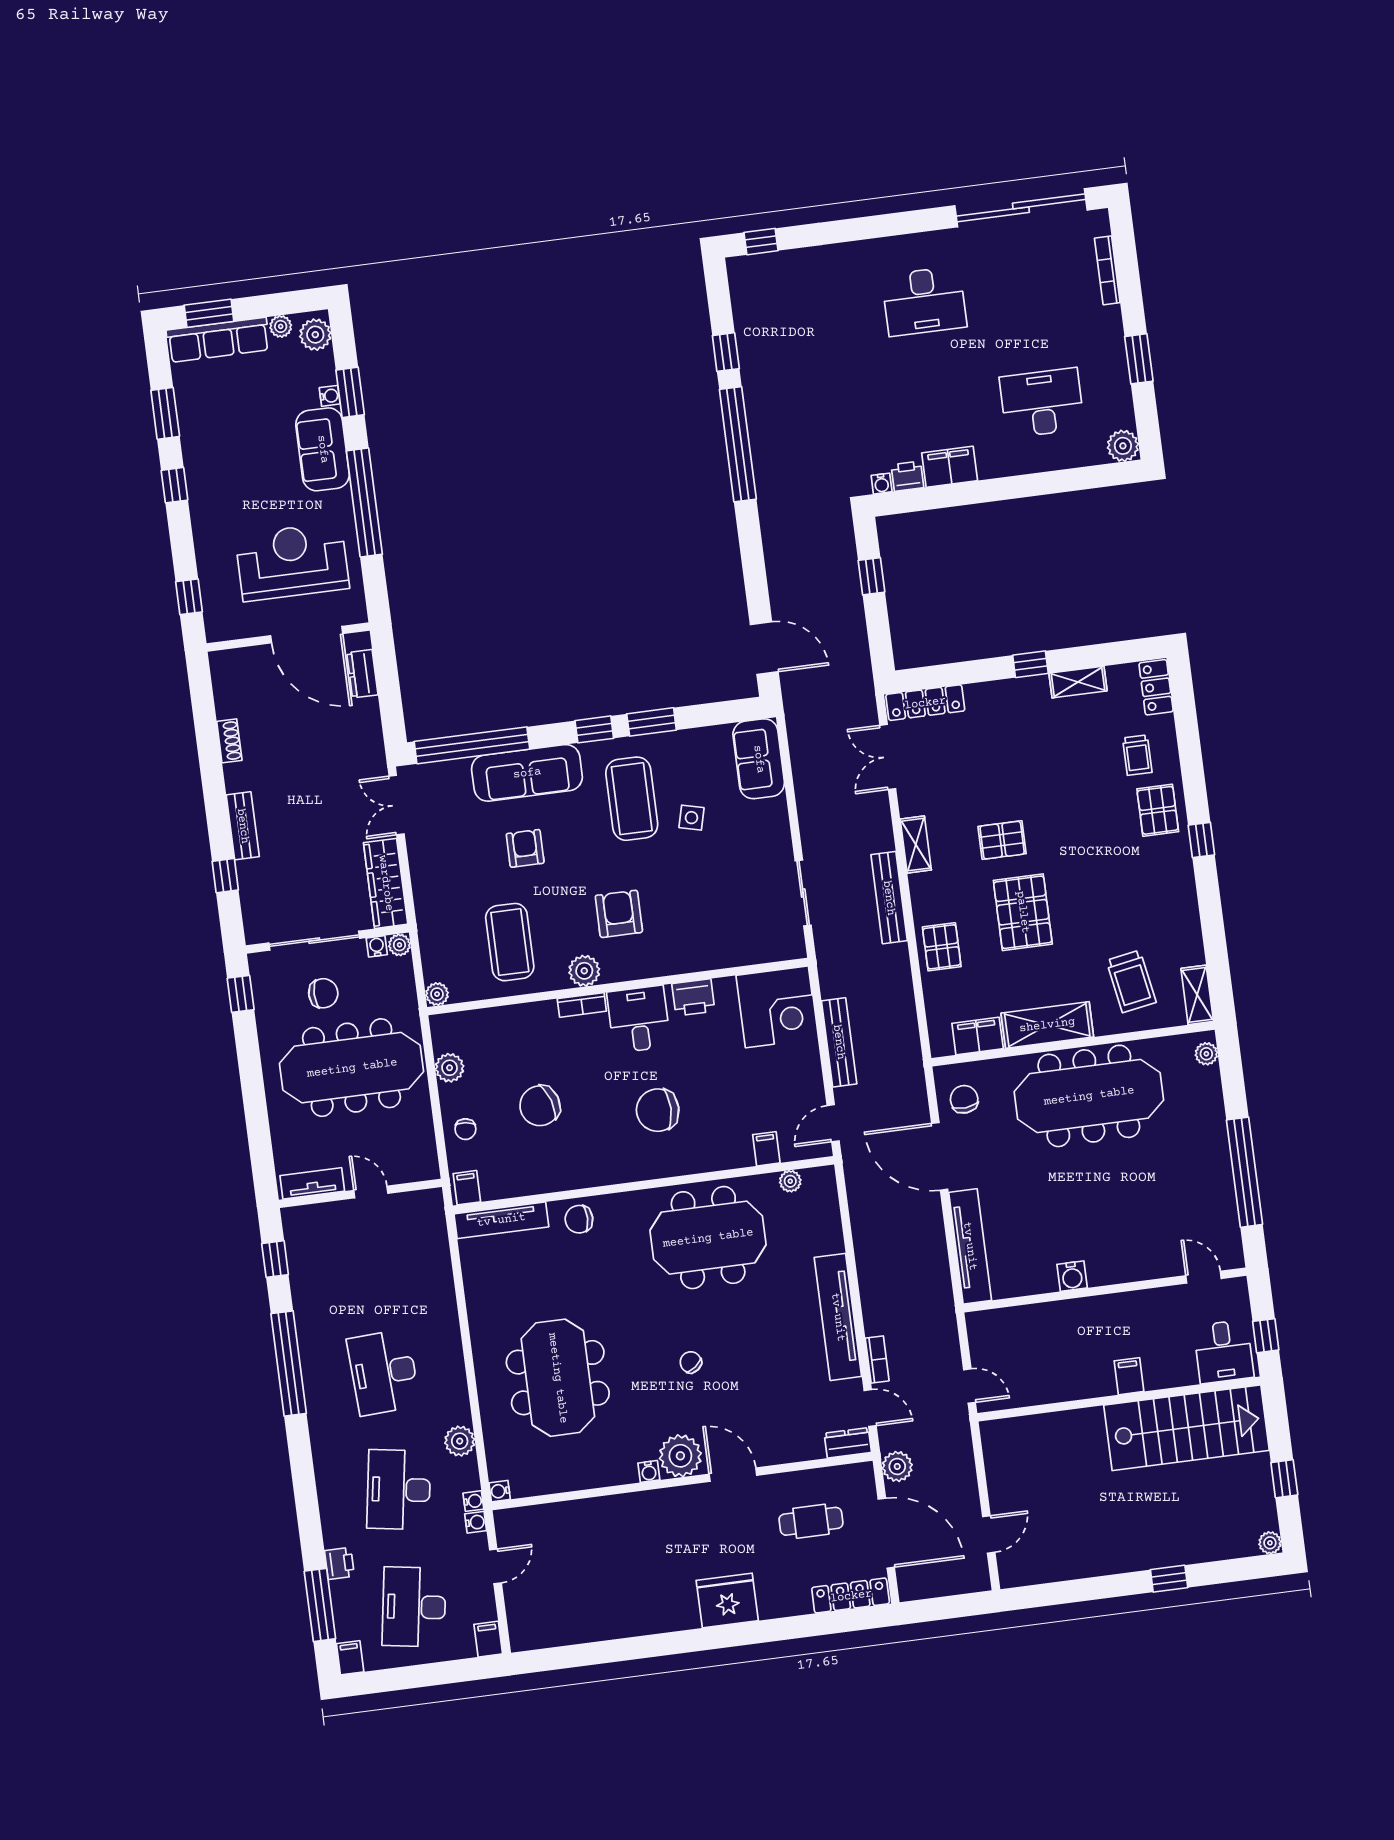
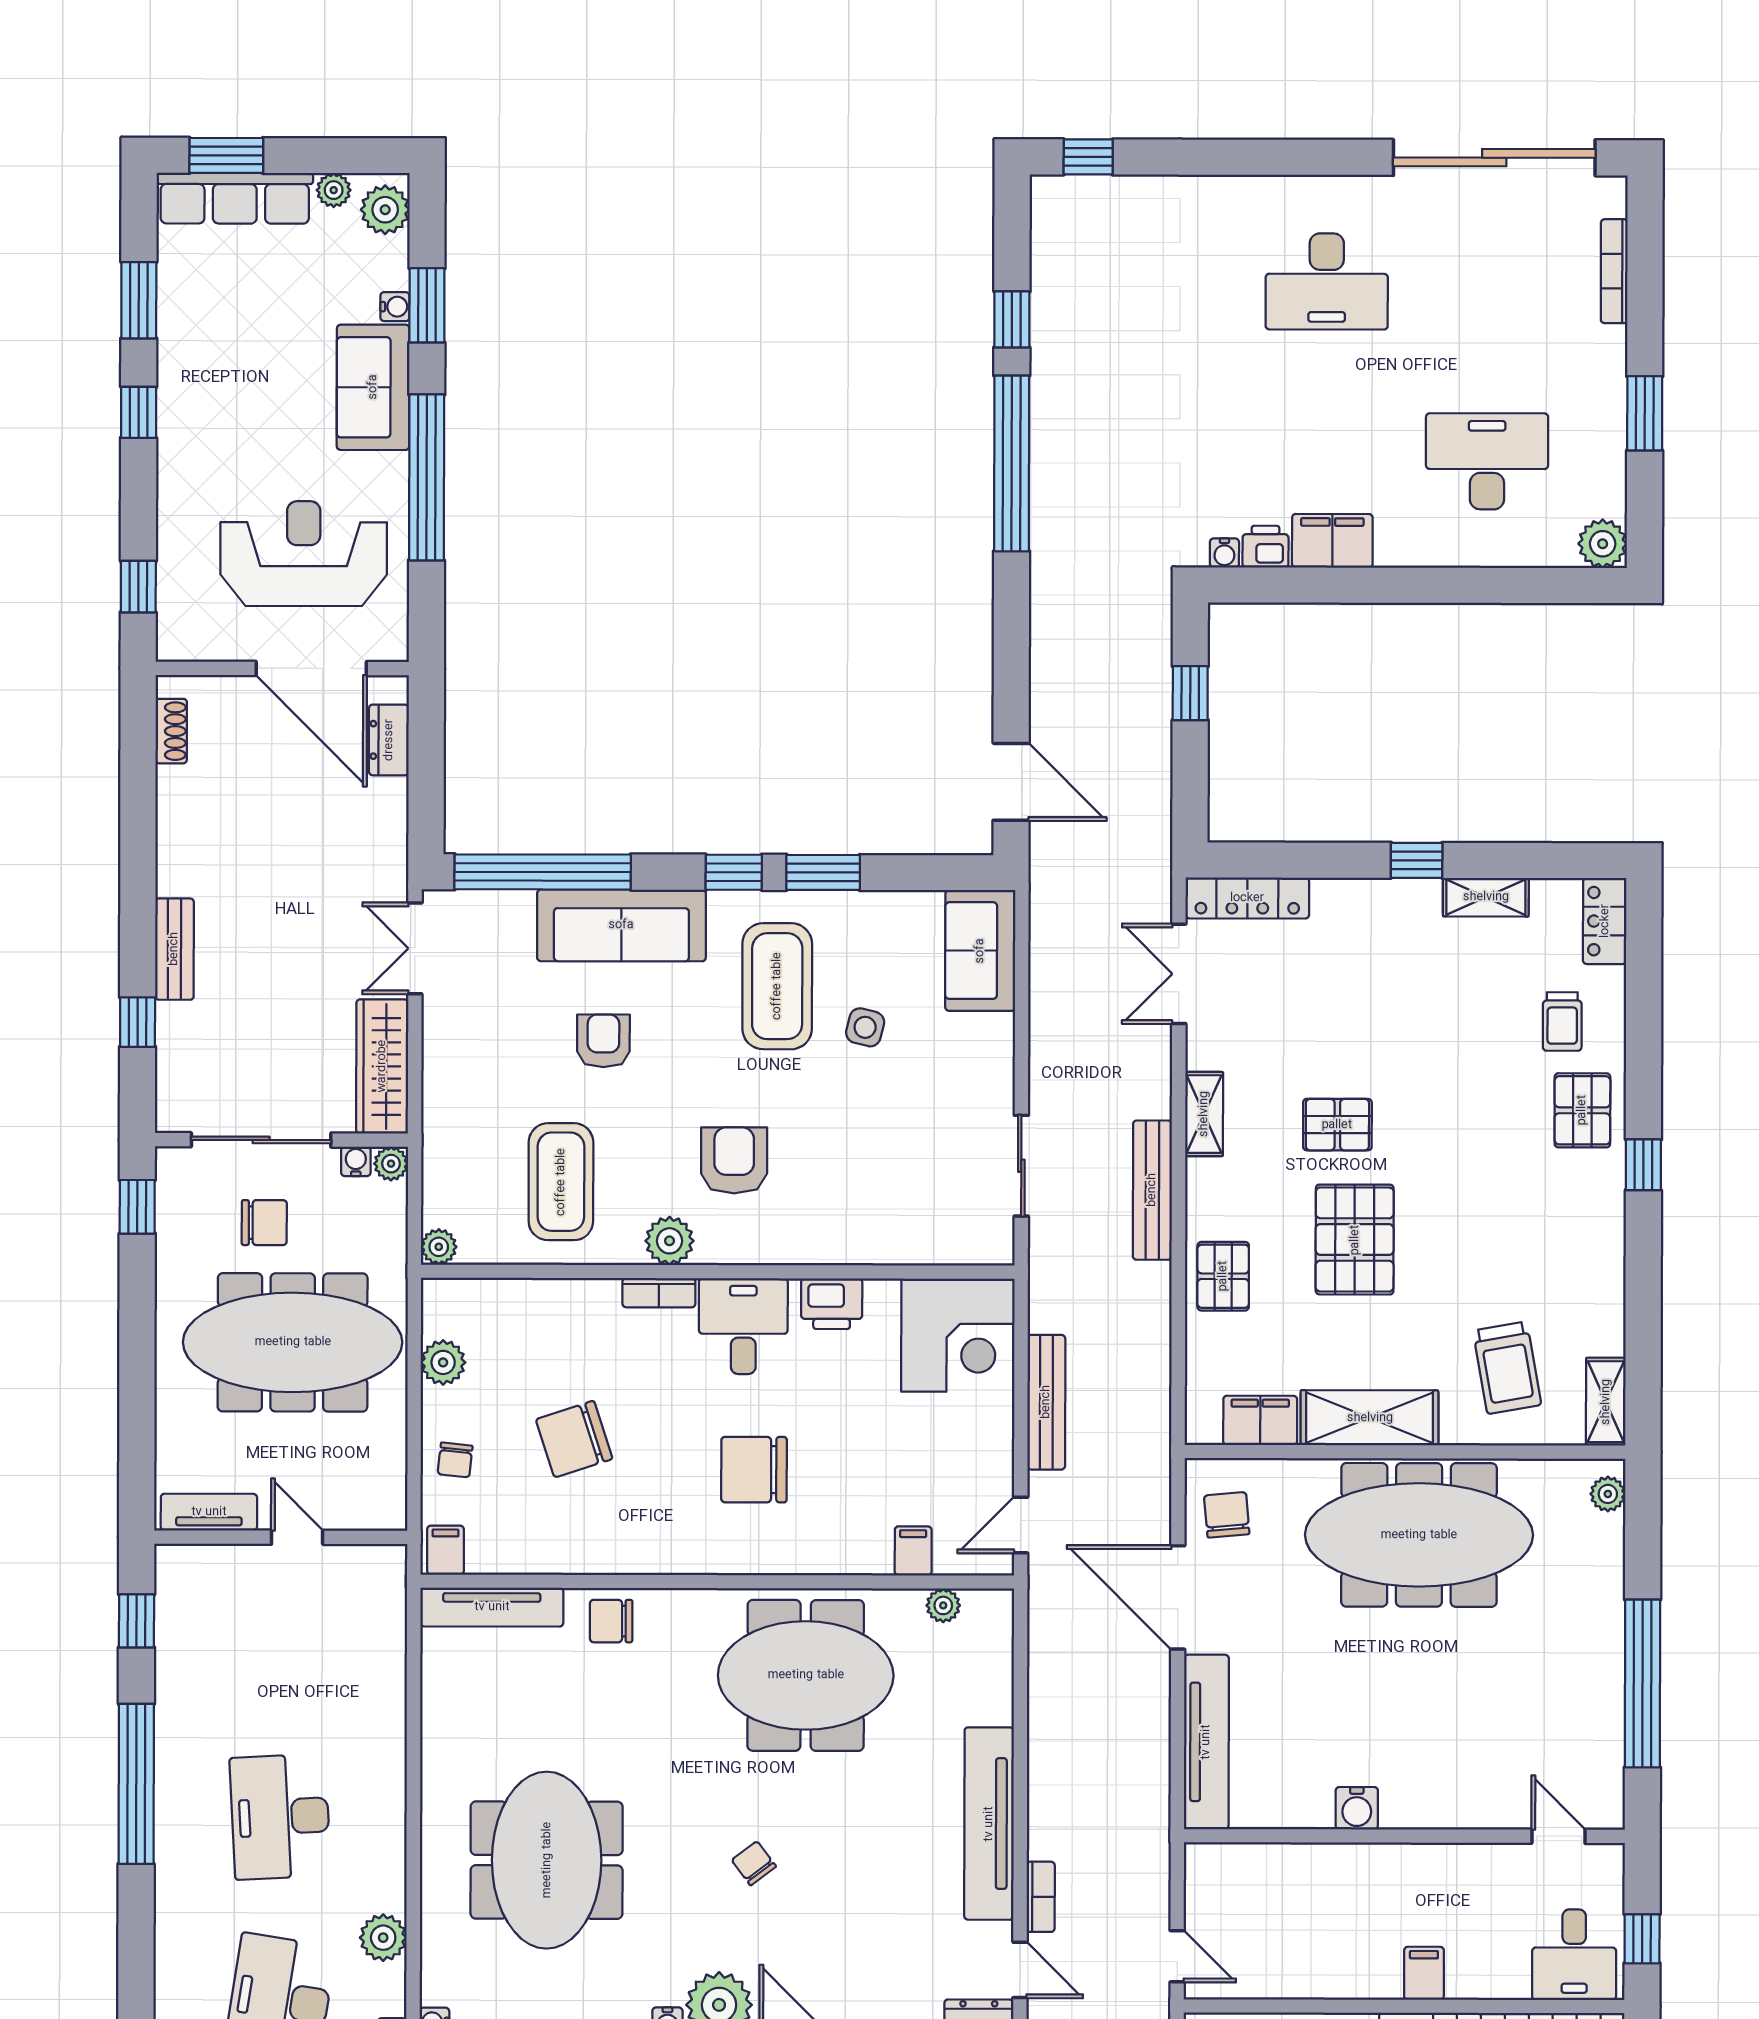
shoe rack: (229, 741) -> (171, 731), moved

